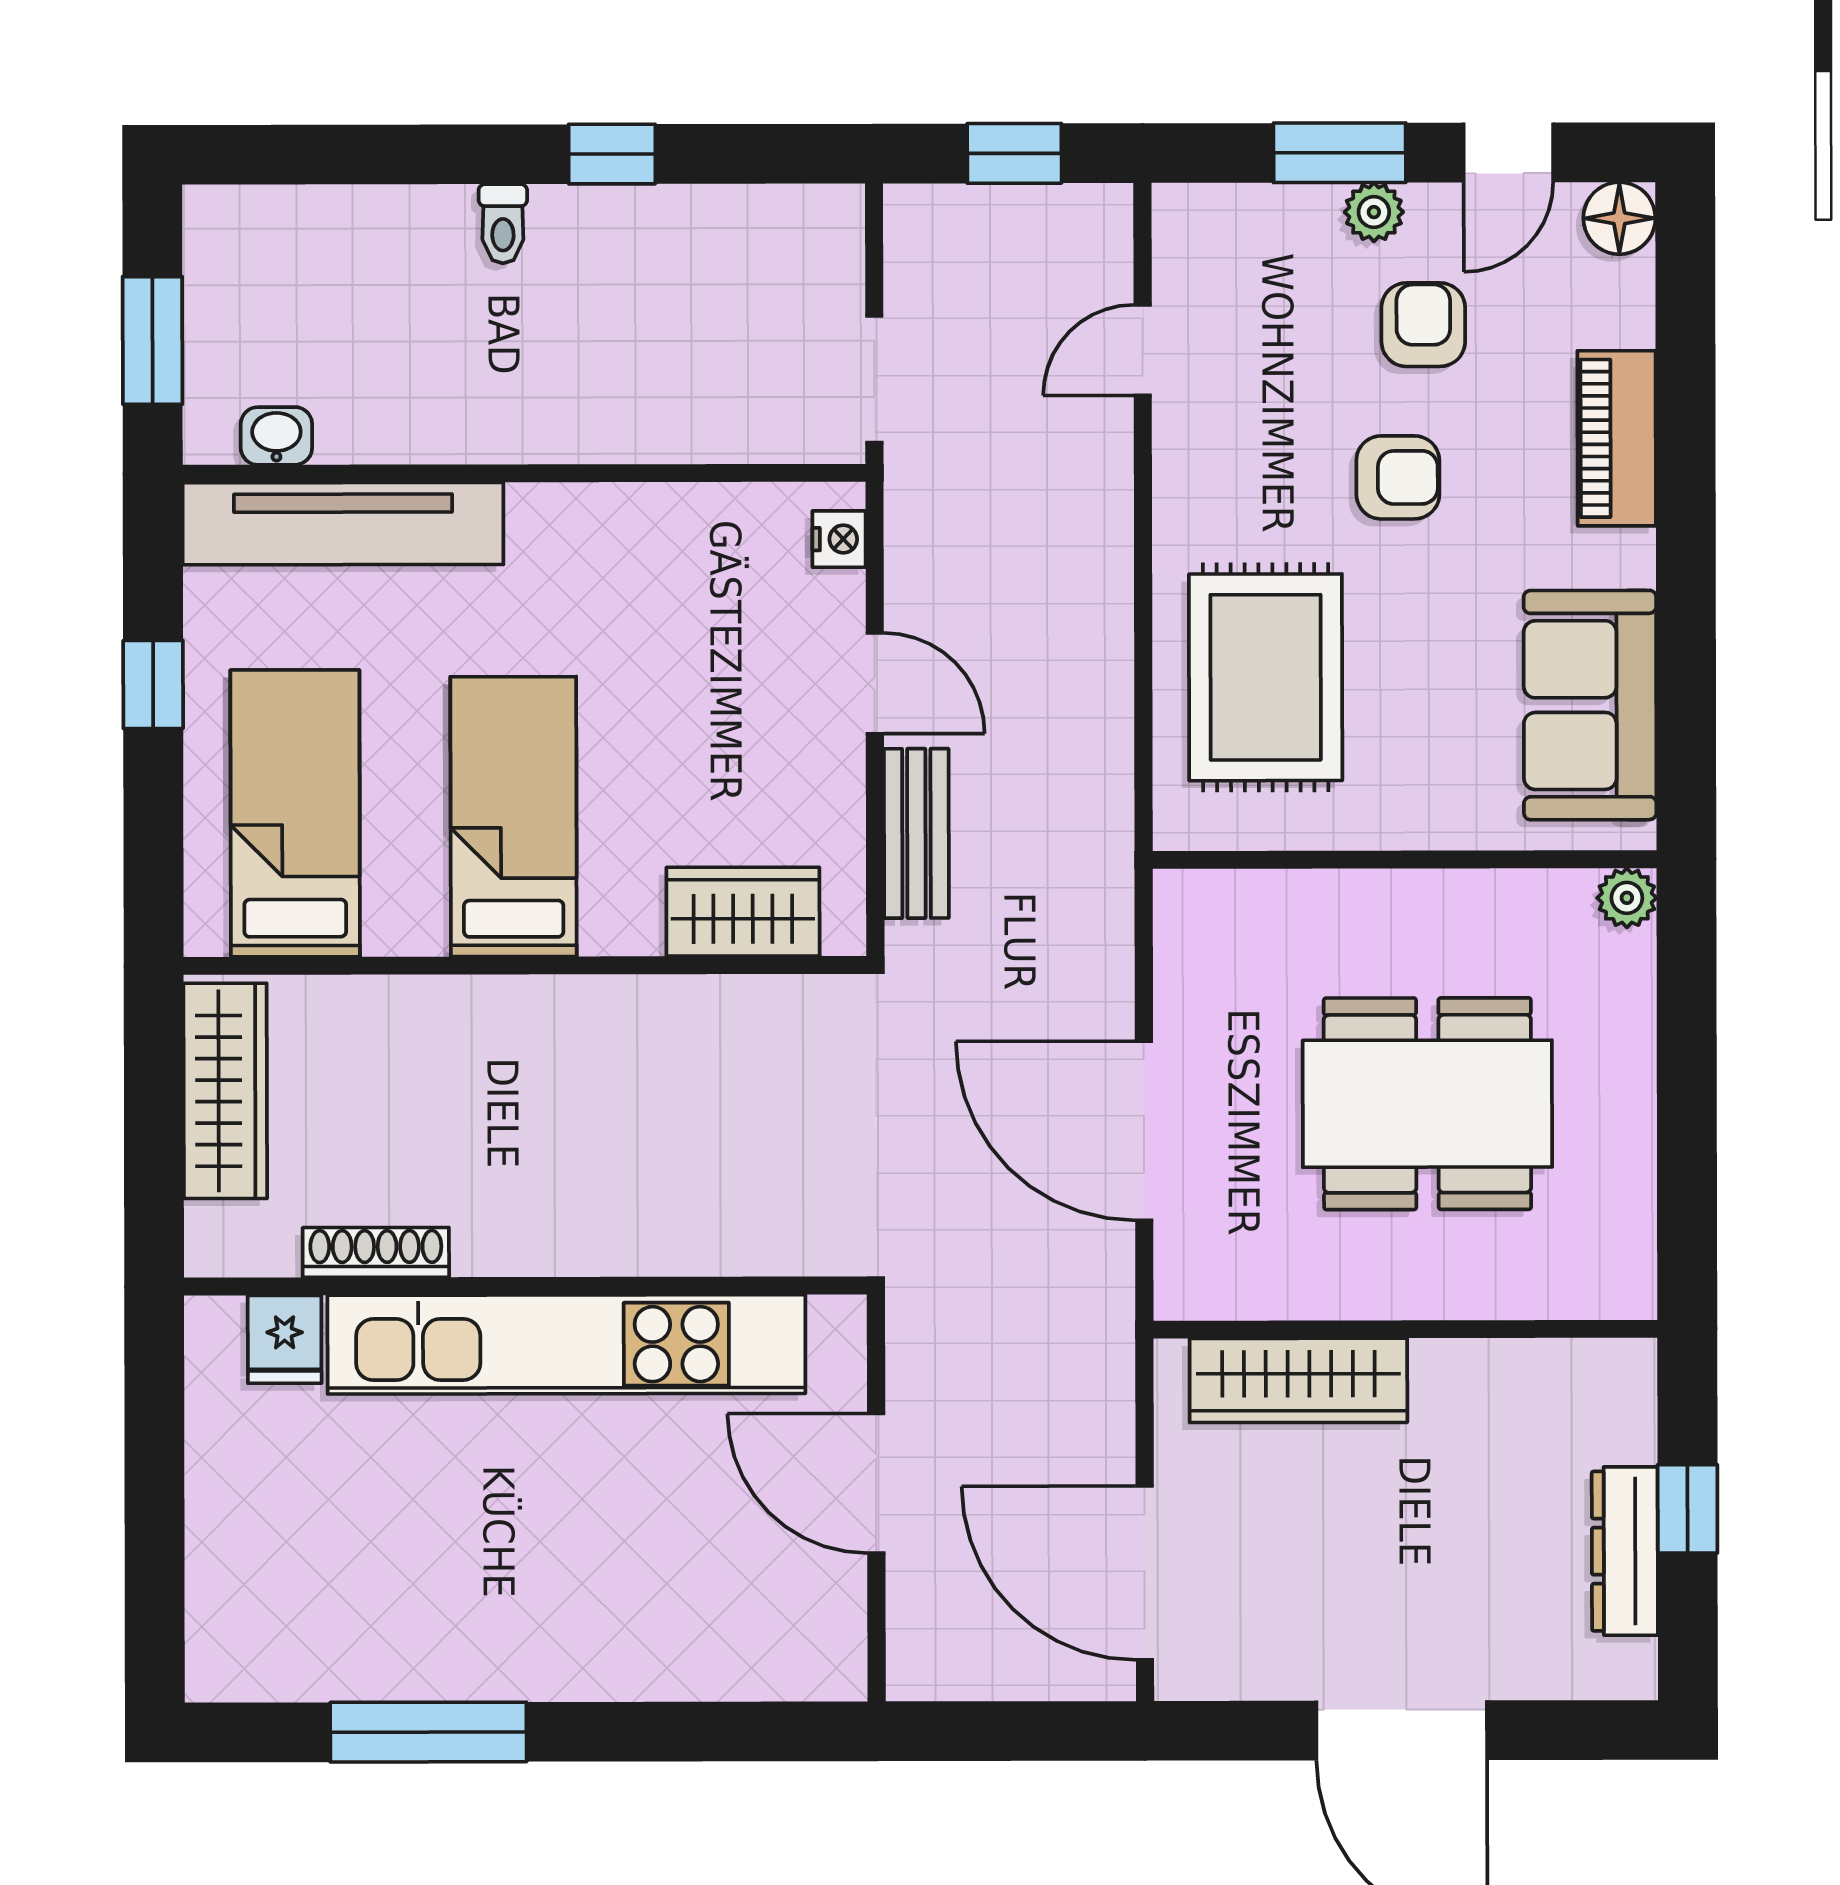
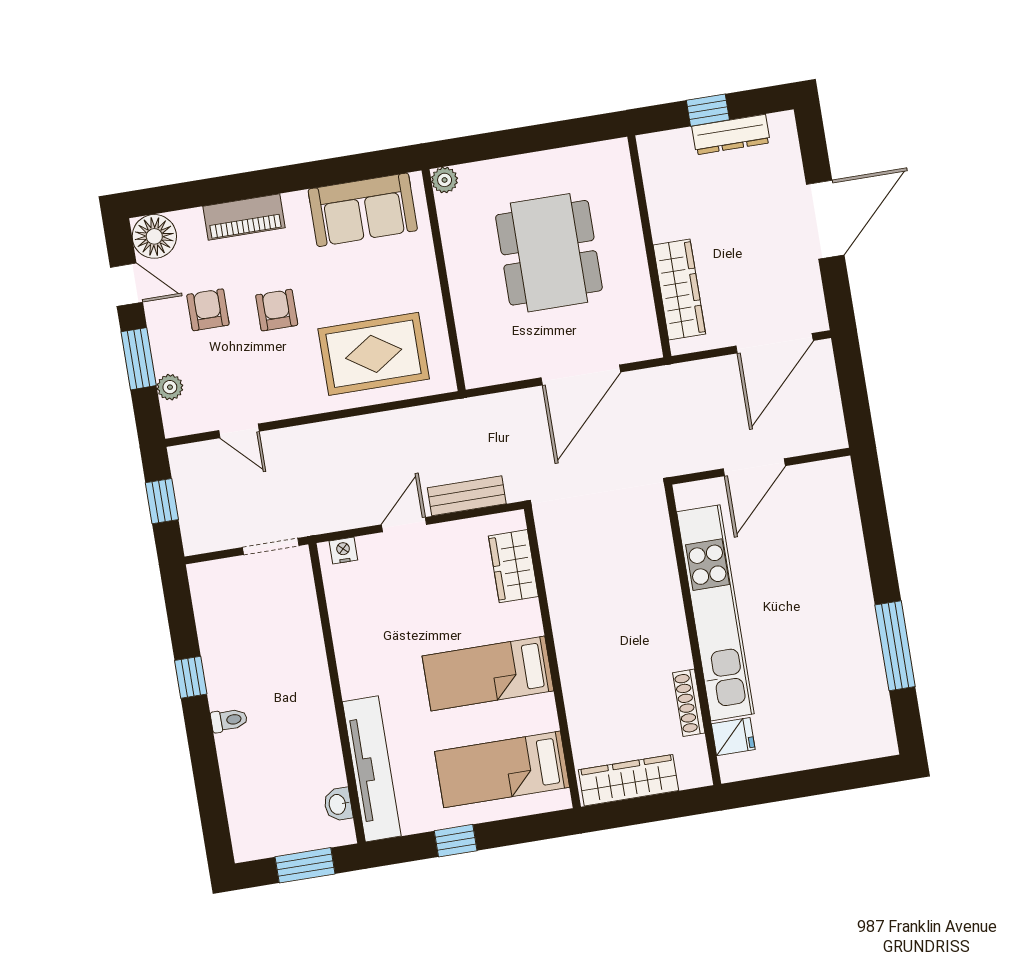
plant: (1374, 212) -> (170, 387), moved
floor lamp: (1619, 218) -> (154, 236), width x1.38, depth x1.38
armchair: (1423, 325) -> (208, 310), turned 90

